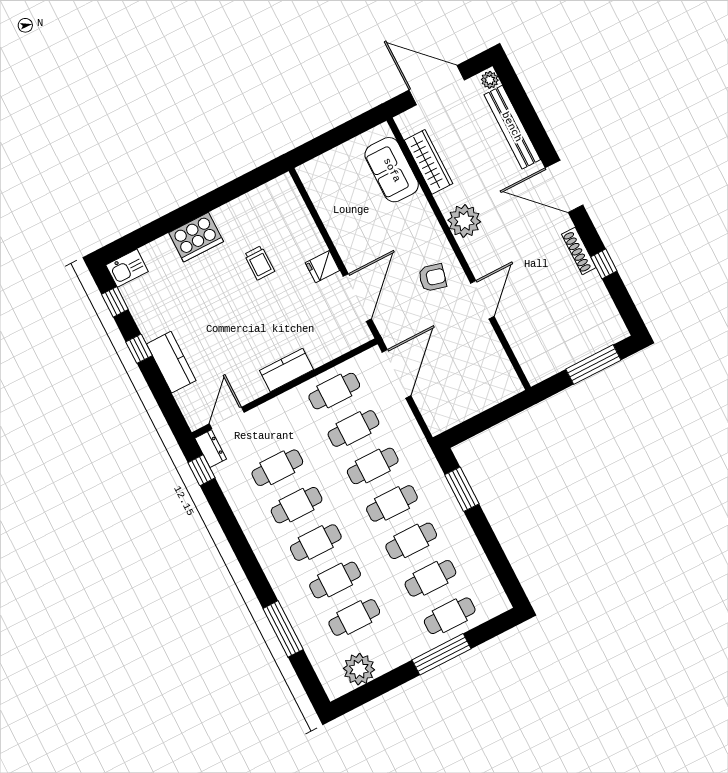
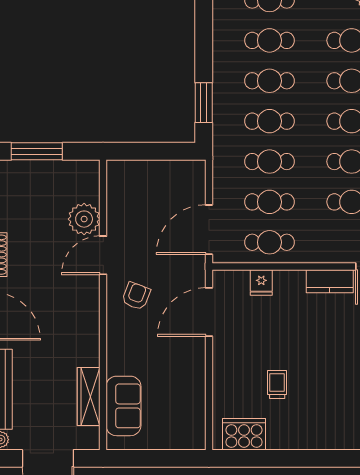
plant: (464, 221) -> (84, 219), moved
cooker: (196, 237) -> (244, 434), moved
fridge: (322, 267) -> (261, 282), moved, turned 90
armchair: (432, 278) -> (136, 296), turned 97
kitchen counter: (287, 370) -> (330, 281), moved

